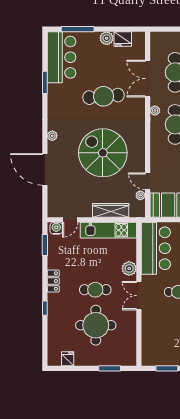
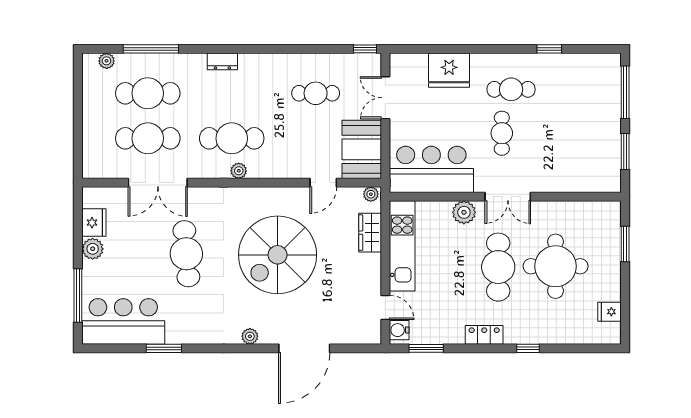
plant: (155, 110) -> (239, 171), moved
plant: (140, 195) -> (371, 194), moved
wardrobe: (111, 210) -> (370, 233), width x0.67
cafe table: (95, 290) -> (498, 267), width x1.37, depth x1.35

